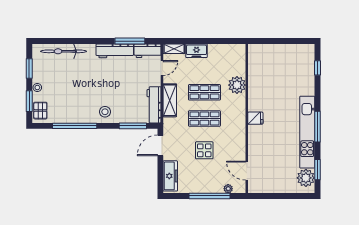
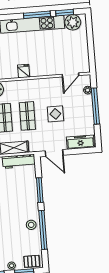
stool: (105, 112) -> (31, 225), moved
window: (133, 126) -> (40, 190), moved
window: (317, 127) -> (37, 15), moved

